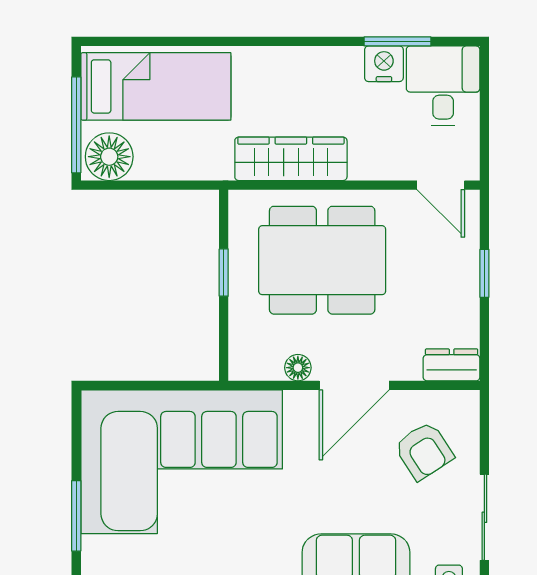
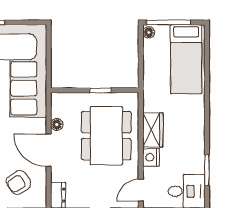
nightstand: (384, 64) -> (151, 157), moved, turned 180
floor lamp: (109, 157) -> (149, 32), width x0.53, depth x0.53
wardrobe: (291, 159) -> (153, 130), width x0.67

